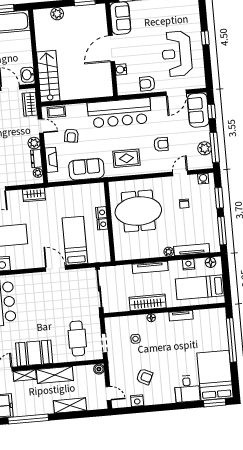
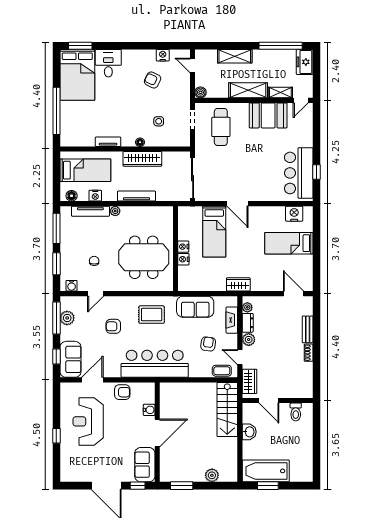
reception desk: (177, 54) -> (88, 421), turned 180
washbasin: (28, 75) -> (249, 432), moved
wardrobe: (34, 195) -> (238, 284), moved

